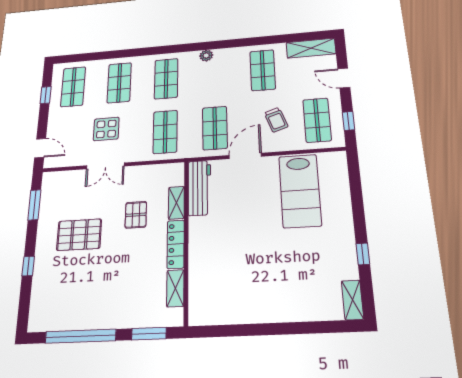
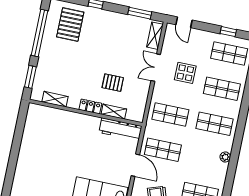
door: (40, 148) -> (184, 22), hinge flipped
shelving: (62, 178) -> (155, 36), added
pallet: (79, 235) -> (70, 25), moved
locker: (176, 244) -> (90, 106), width x0.66

